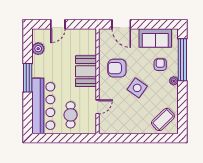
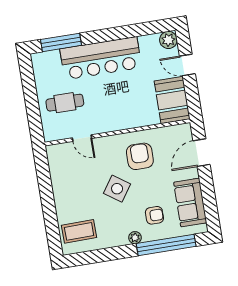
plant: (38, 49) -> (168, 40), moved
booth: (86, 71) -> (172, 100), moved, turned 90
window: (28, 78) -> (61, 42), moved
bar counter: (43, 106) -> (101, 58), moved
coffee table: (163, 120) -> (79, 231), turned -47

